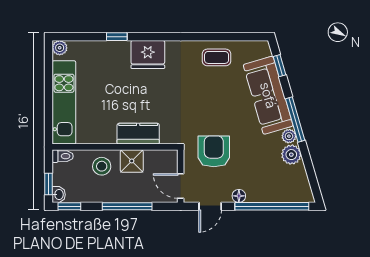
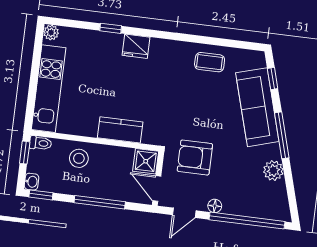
fridge: (148, 54) -> (136, 46), width x0.73, depth x0.75
plant: (289, 136) -> (273, 151), removed
armchair: (214, 151) -> (195, 157), turned -90
shower: (132, 161) -> (146, 161), moved
window: (49, 184) -> (25, 153), moved

